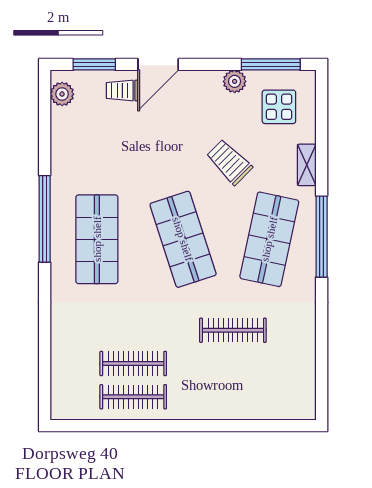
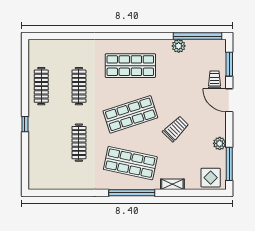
plant: (62, 94) -> (179, 46), moved
display table: (279, 107) -> (211, 178), moved
trolley: (229, 162) -> (176, 129), moved
window: (45, 219) -> (198, 36), moved
clothes rail: (133, 363) -> (79, 86), moved
window: (200, 426) -> (25, 124), added

